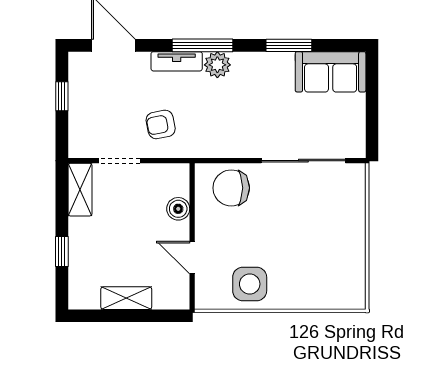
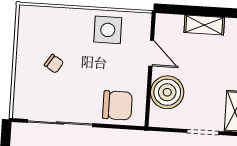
boiler: (178, 209) -> (167, 92), width x1.86, depth x1.86
chair: (316, 236) -> (54, 64), added

